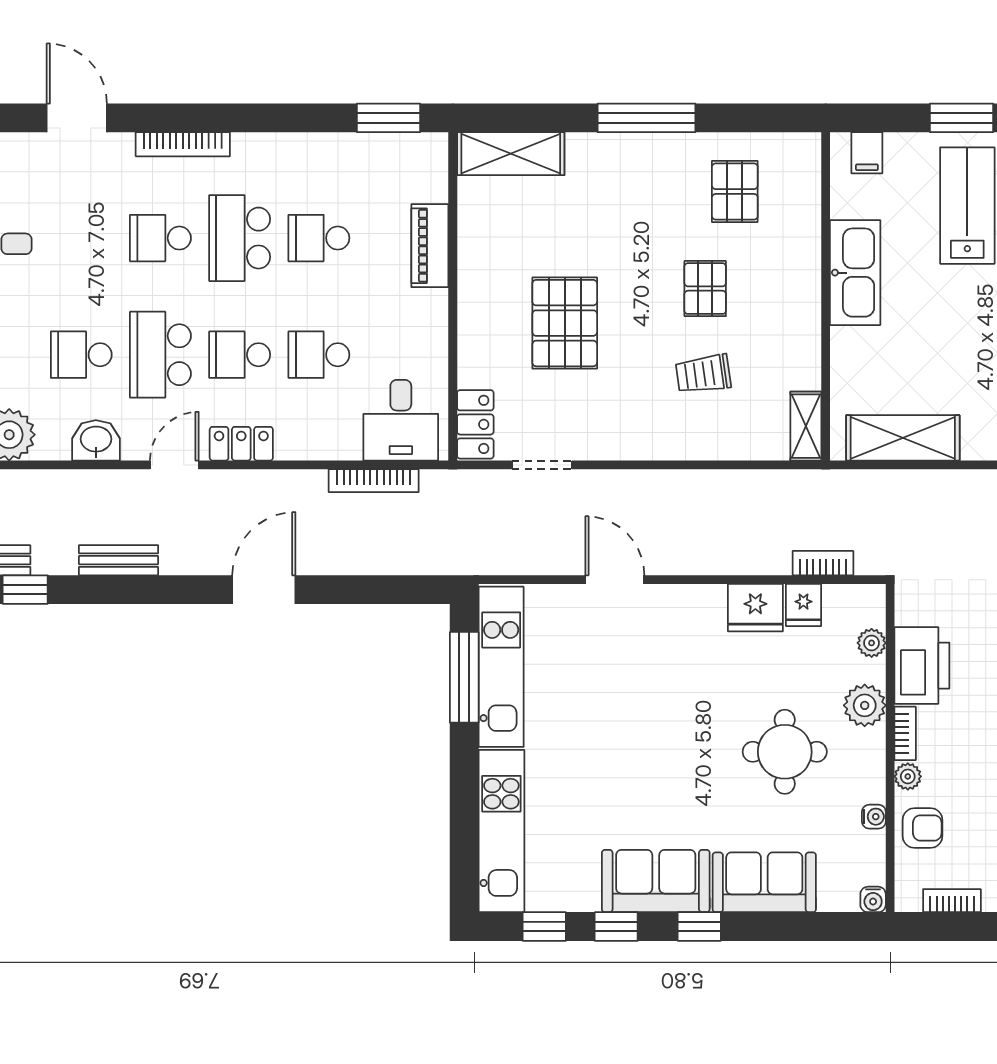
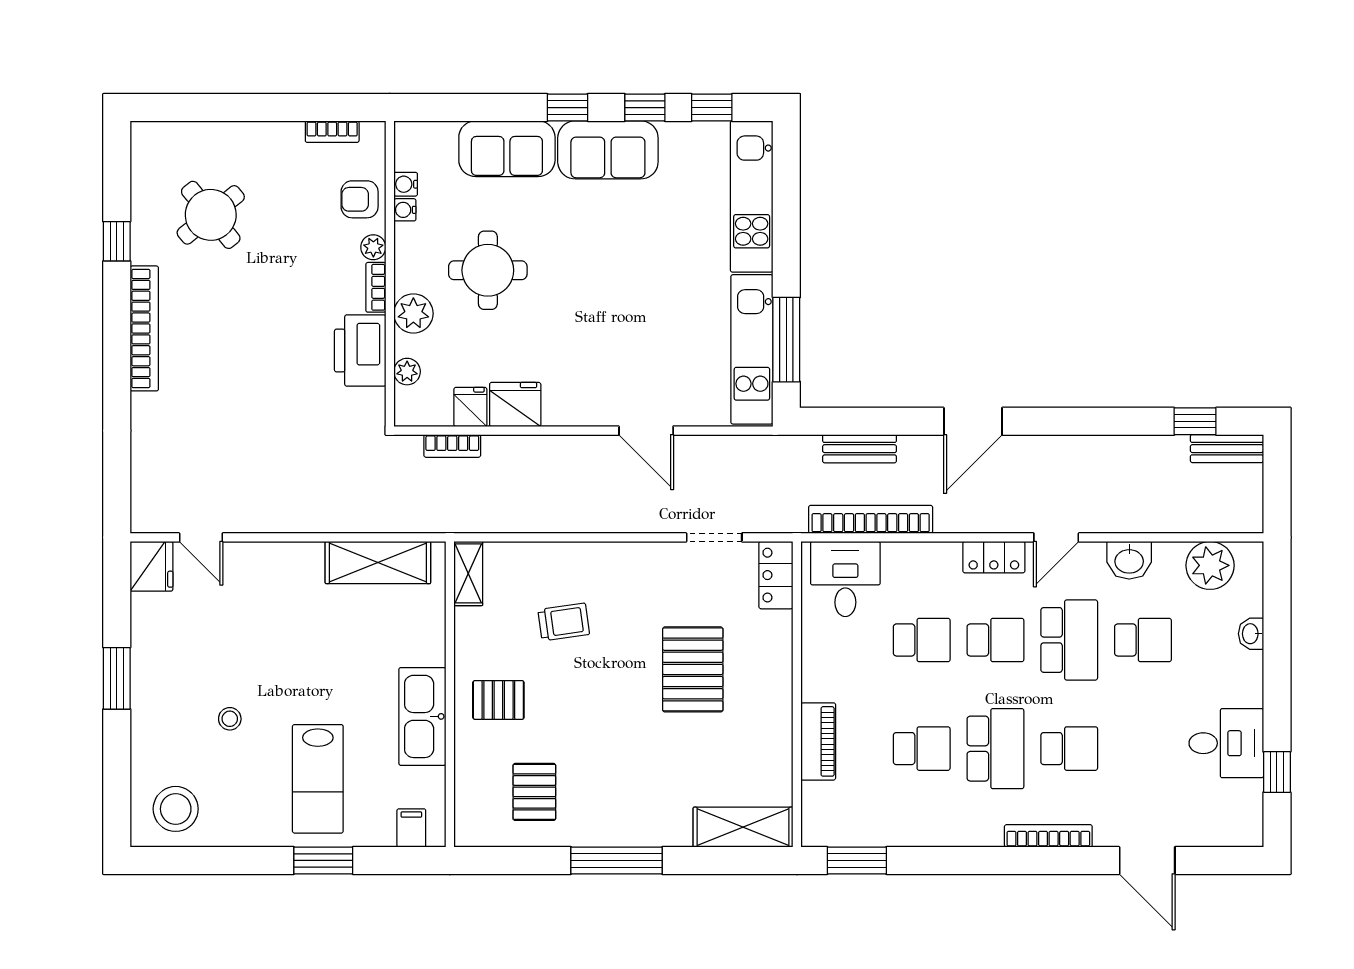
pallet: (705, 289) -> (498, 700), moved, turned 90
bookcase: (374, 481) -> (871, 519), width x1.48, depth x1.31
bench: (118, 560) -> (860, 449), moved
water cooler: (873, 899) -> (406, 184), moved, turned -90

